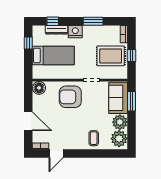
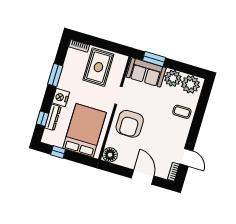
bed: (53, 55) -> (85, 130), width x1.50
window: (131, 56) -> (105, 44), removed
door: (28, 121) -> (143, 177), hinge flipped

